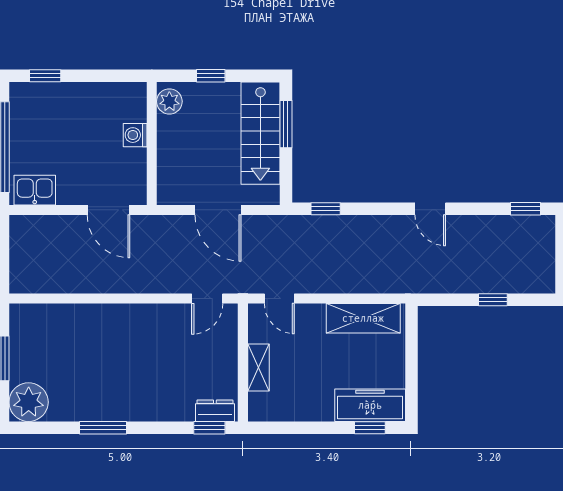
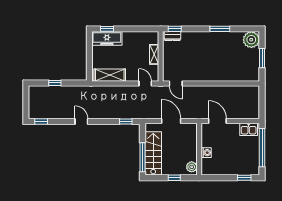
window: (286, 124) -> (142, 157), width x1.44
door: (207, 299) -> (176, 83), swing flipped

